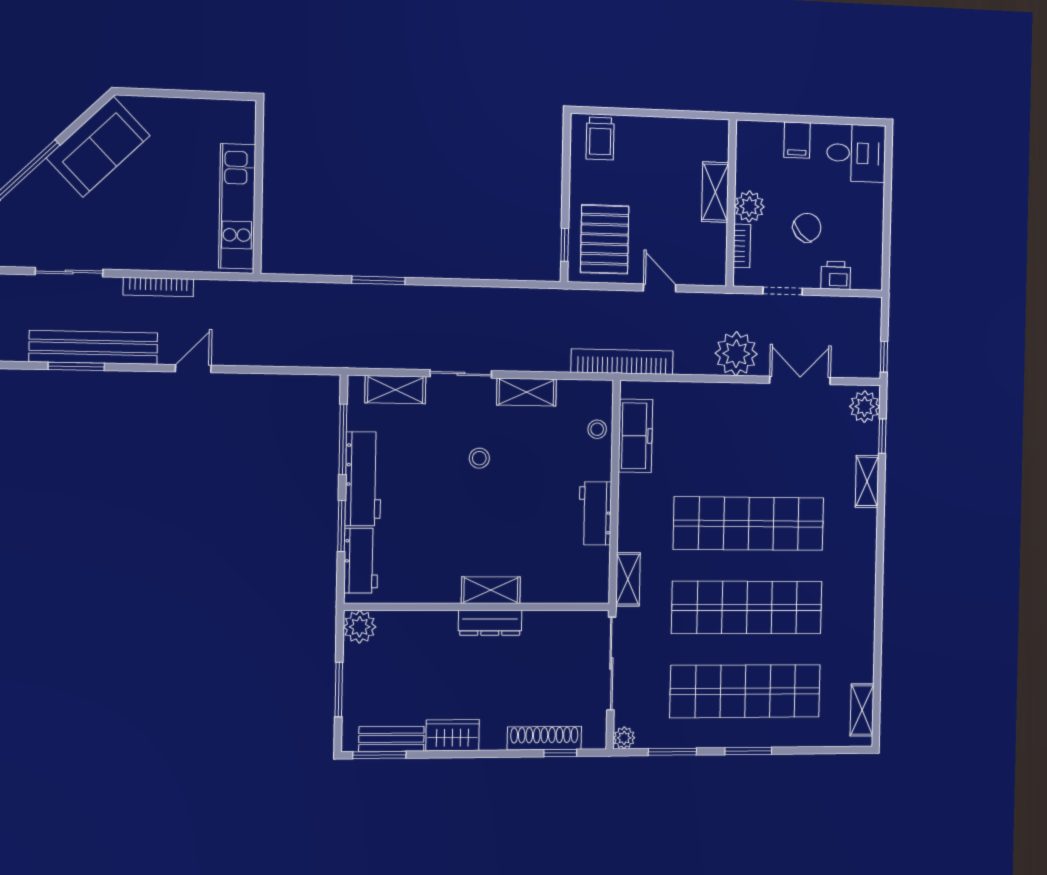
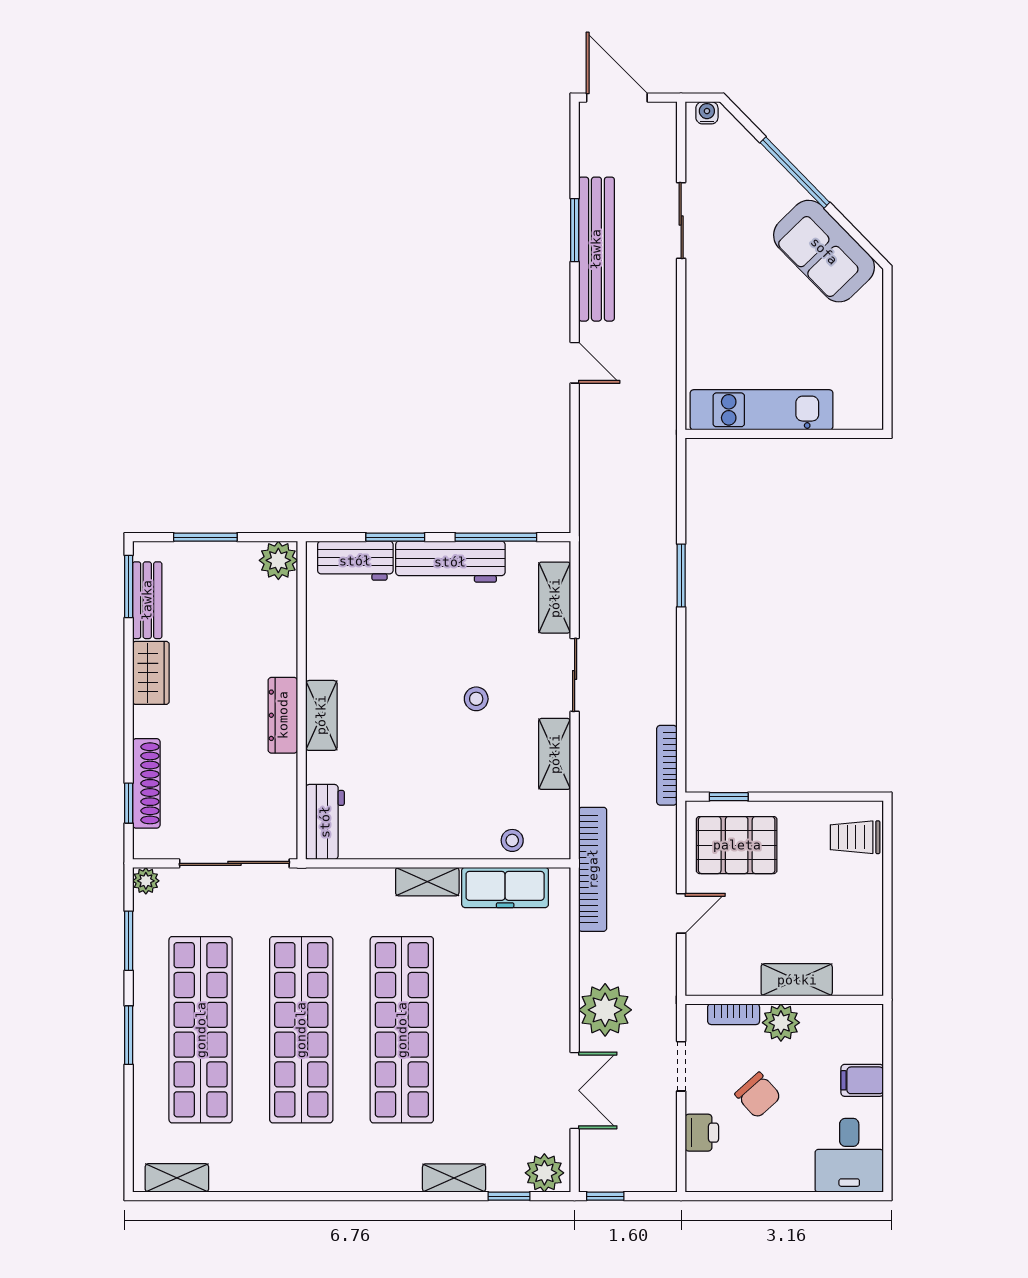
bookcase: (158, 287) -> (667, 765), moved
workbench: (595, 513) -> (325, 822), moved, turned 90
shelving: (628, 579) -> (427, 882), moved

